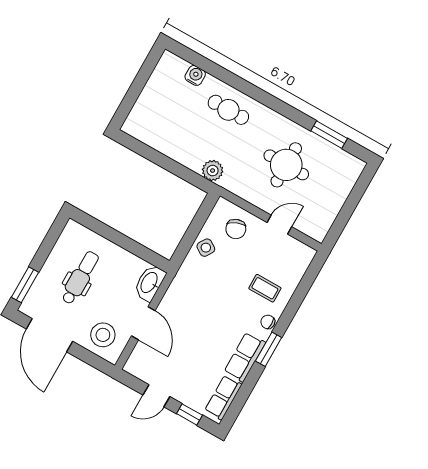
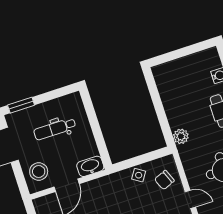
dental chair: (80, 278) -> (55, 129), turned 180

